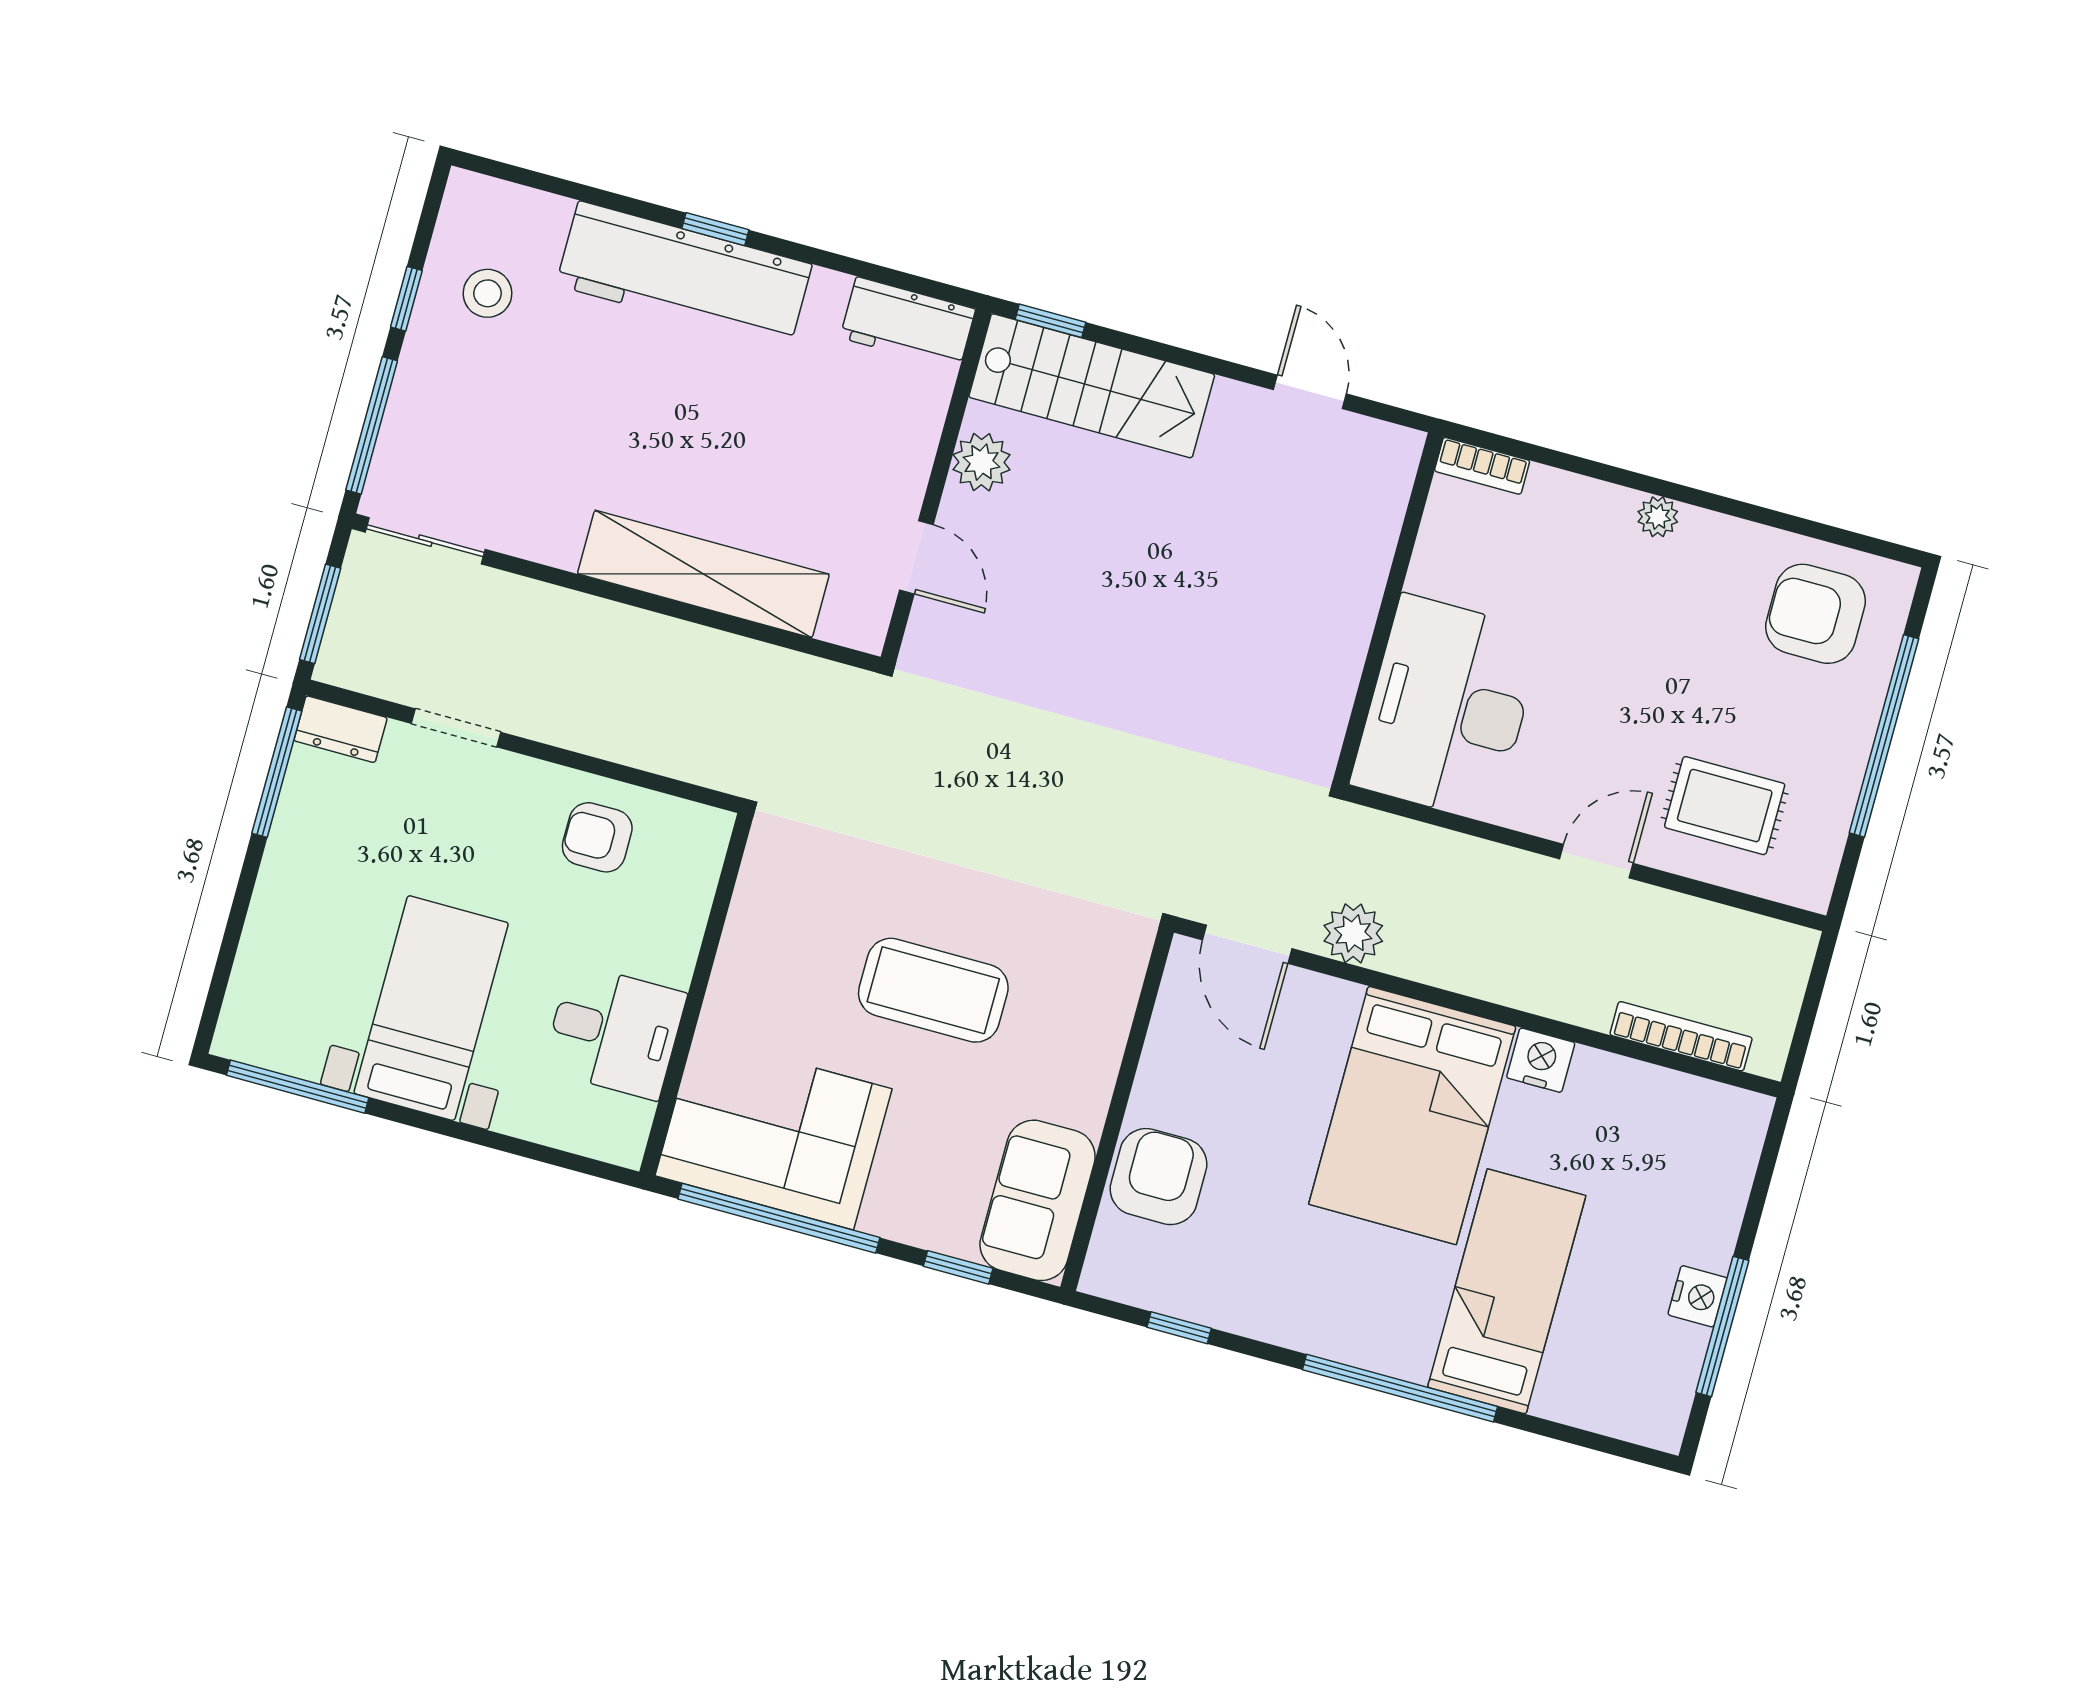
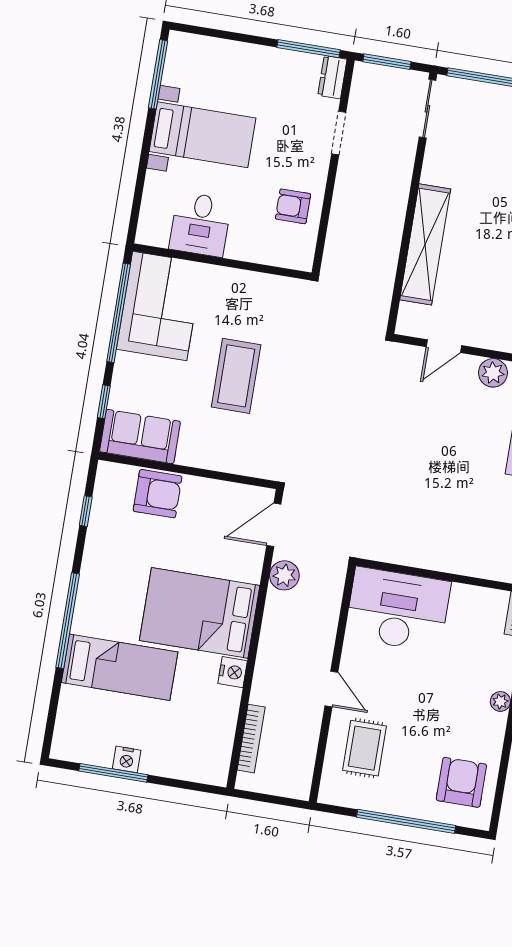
armchair: (597, 837) -> (293, 206), turned -90

